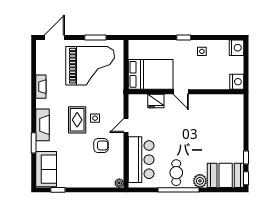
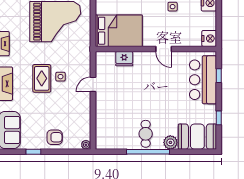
door: (181, 92) -> (164, 49), moved
armchair: (101, 145) -> (55, 137), moved
bar counter: (141, 160) -> (203, 80), moved, turned 180
window: (246, 178) -> (219, 76), moved
window: (58, 190) -> (33, 152), moved

